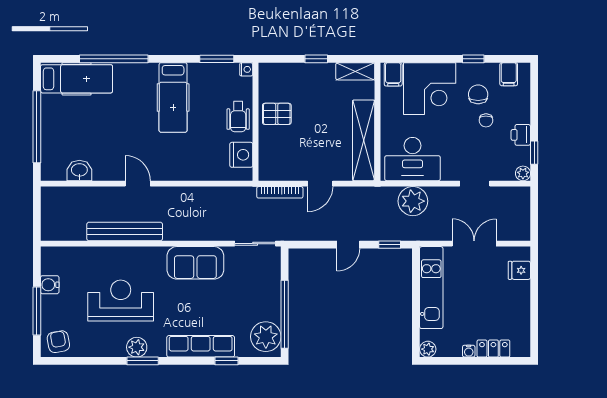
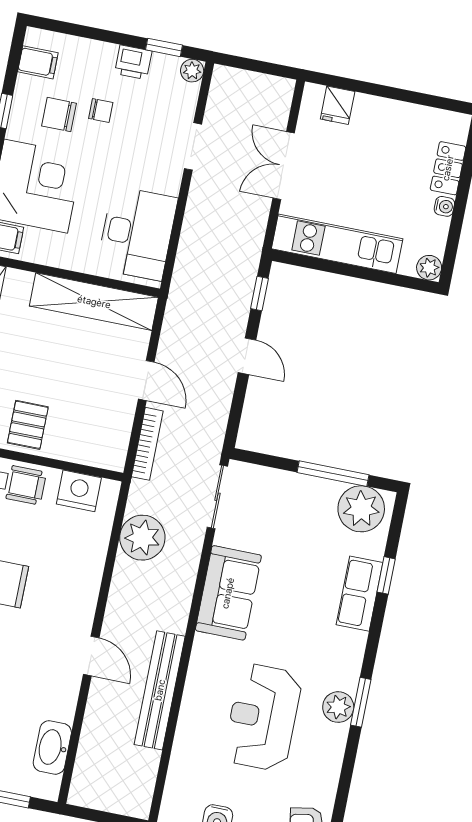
washbasin: (79, 171) -> (52, 747), width x1.38
door: (138, 184) -> (91, 656), swing flipped
plant: (413, 201) -> (142, 538), moved
window: (285, 314) -> (333, 474), width x0.68
row of seats: (201, 346) -> (359, 594), width x0.68

